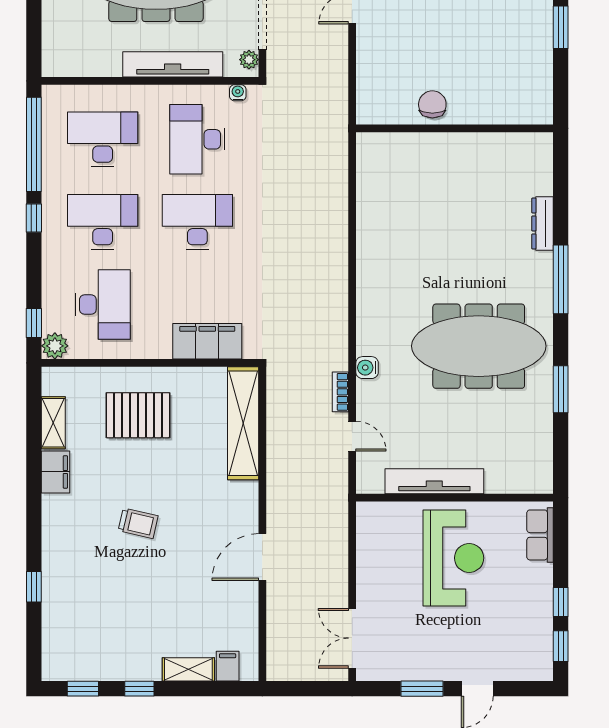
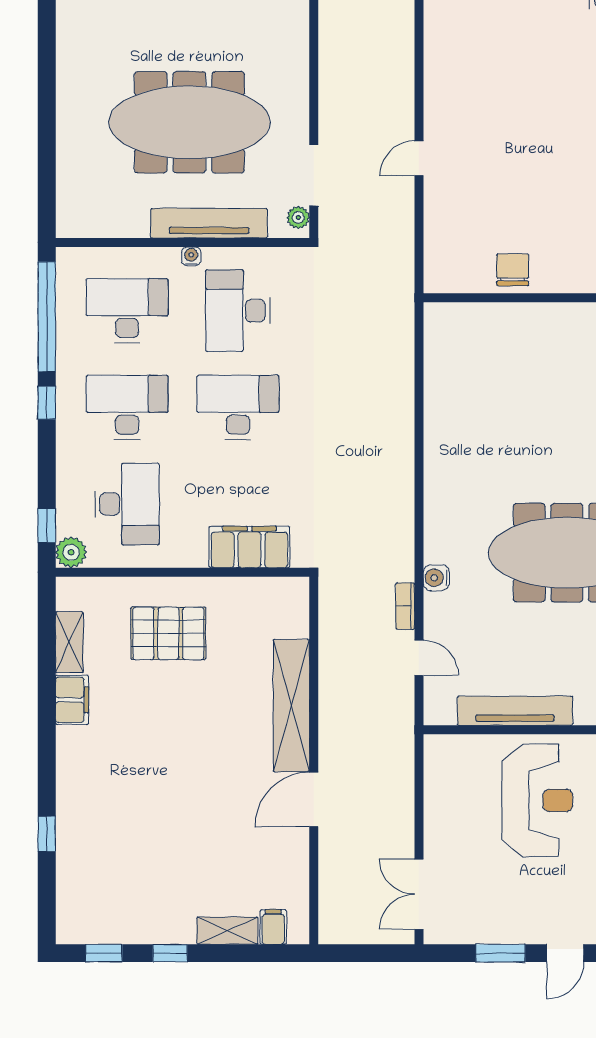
water cooler: (238, 93) -> (191, 256), moved
shelving: (243, 423) -> (291, 706), moved
trolley: (138, 523) -> (169, 760), removed

